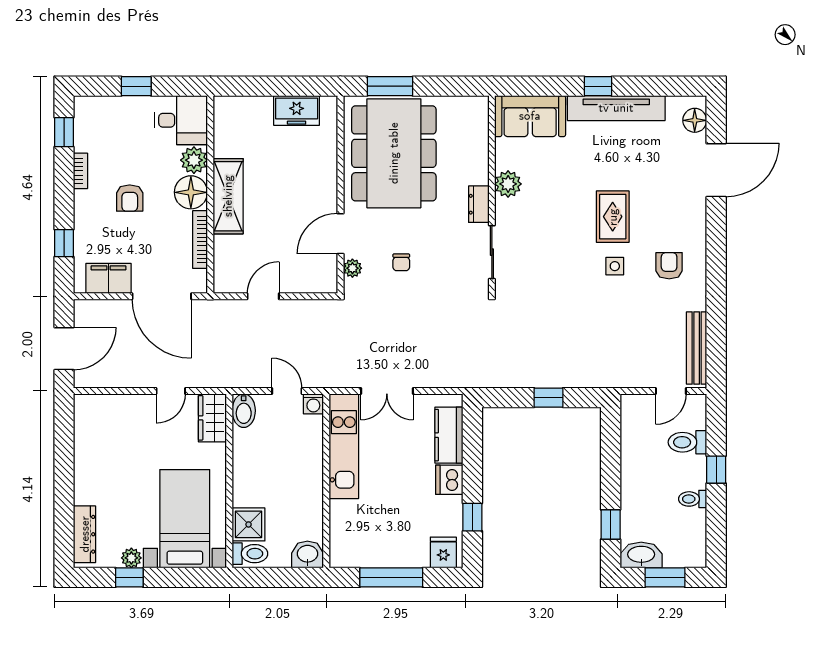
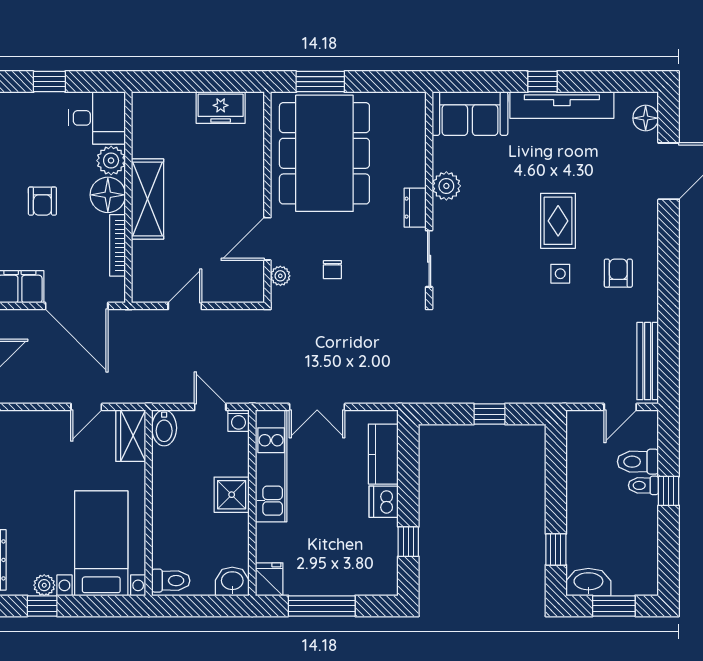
toilet: (693, 499) -> (643, 485), moved
shower: (249, 524) -> (232, 495), moved
fridge: (443, 552) -> (269, 579), moved

